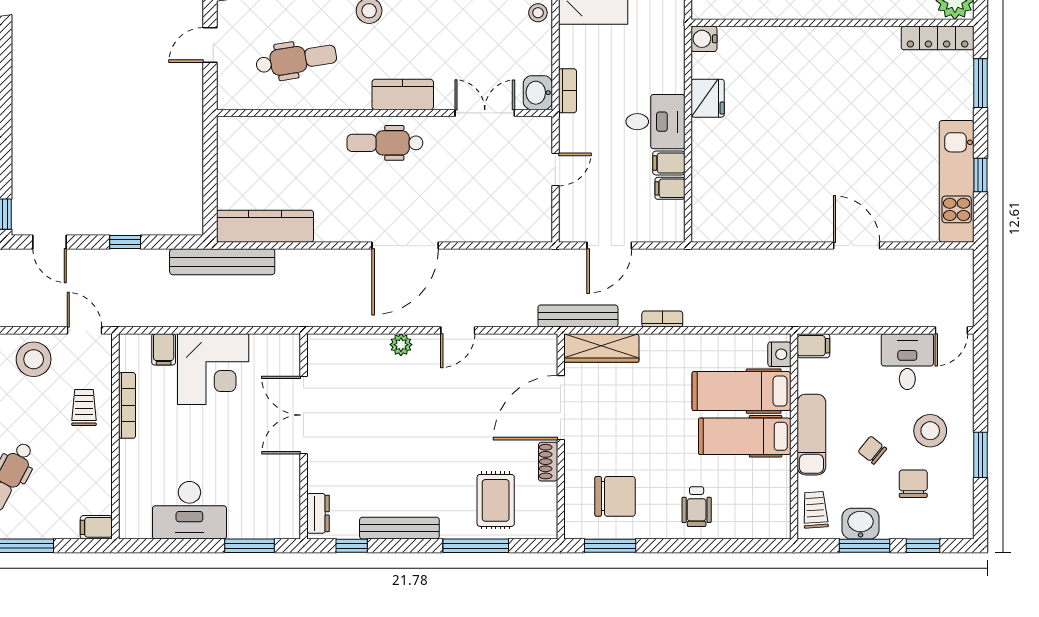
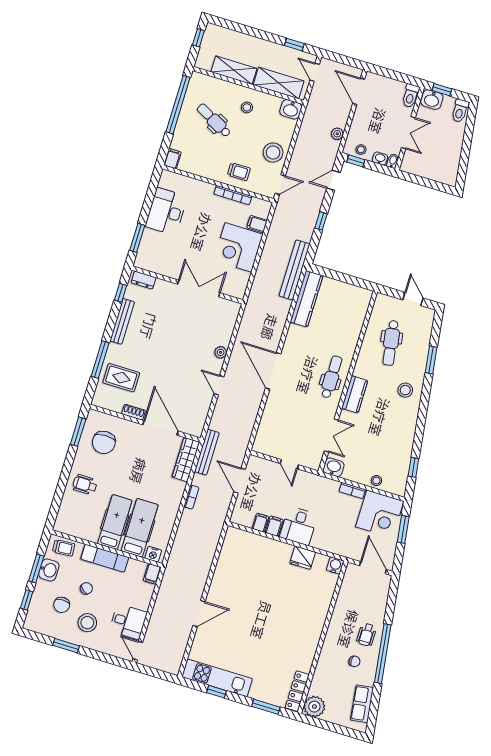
bookcase: (567, 91) -> (352, 491), moved
chair: (913, 484) -> (62, 605), turned 90

